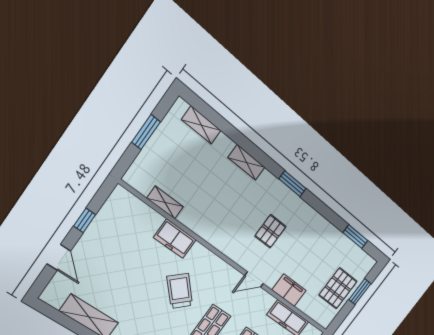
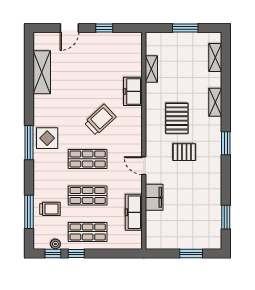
pallet: (338, 288) -> (177, 118), moved, turned 90

